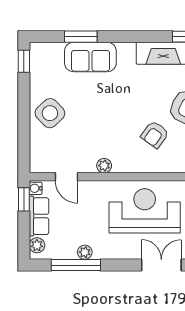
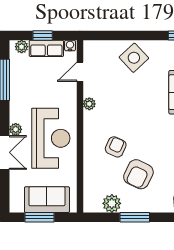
armchair: (155, 135) -> (116, 147), turned 78
window: (24, 199) -> (43, 36), moved
plant: (85, 252) -> (16, 129), moved

